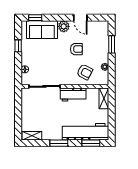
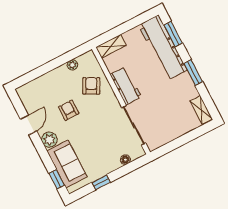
window: (112, 44) -> (41, 71), removed

